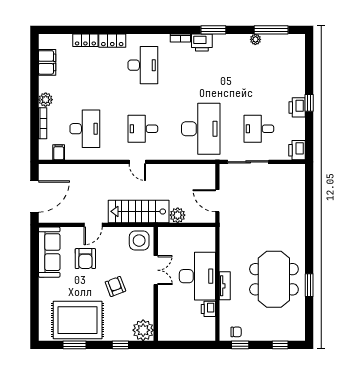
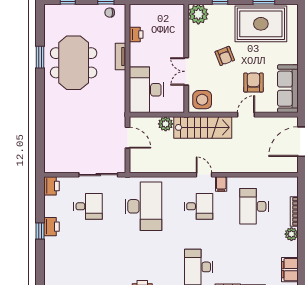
desk: (201, 129) -> (143, 206), turned 180
filing cabinet: (59, 152) -> (221, 184), moved
desk: (197, 276) -> (147, 90), moved

